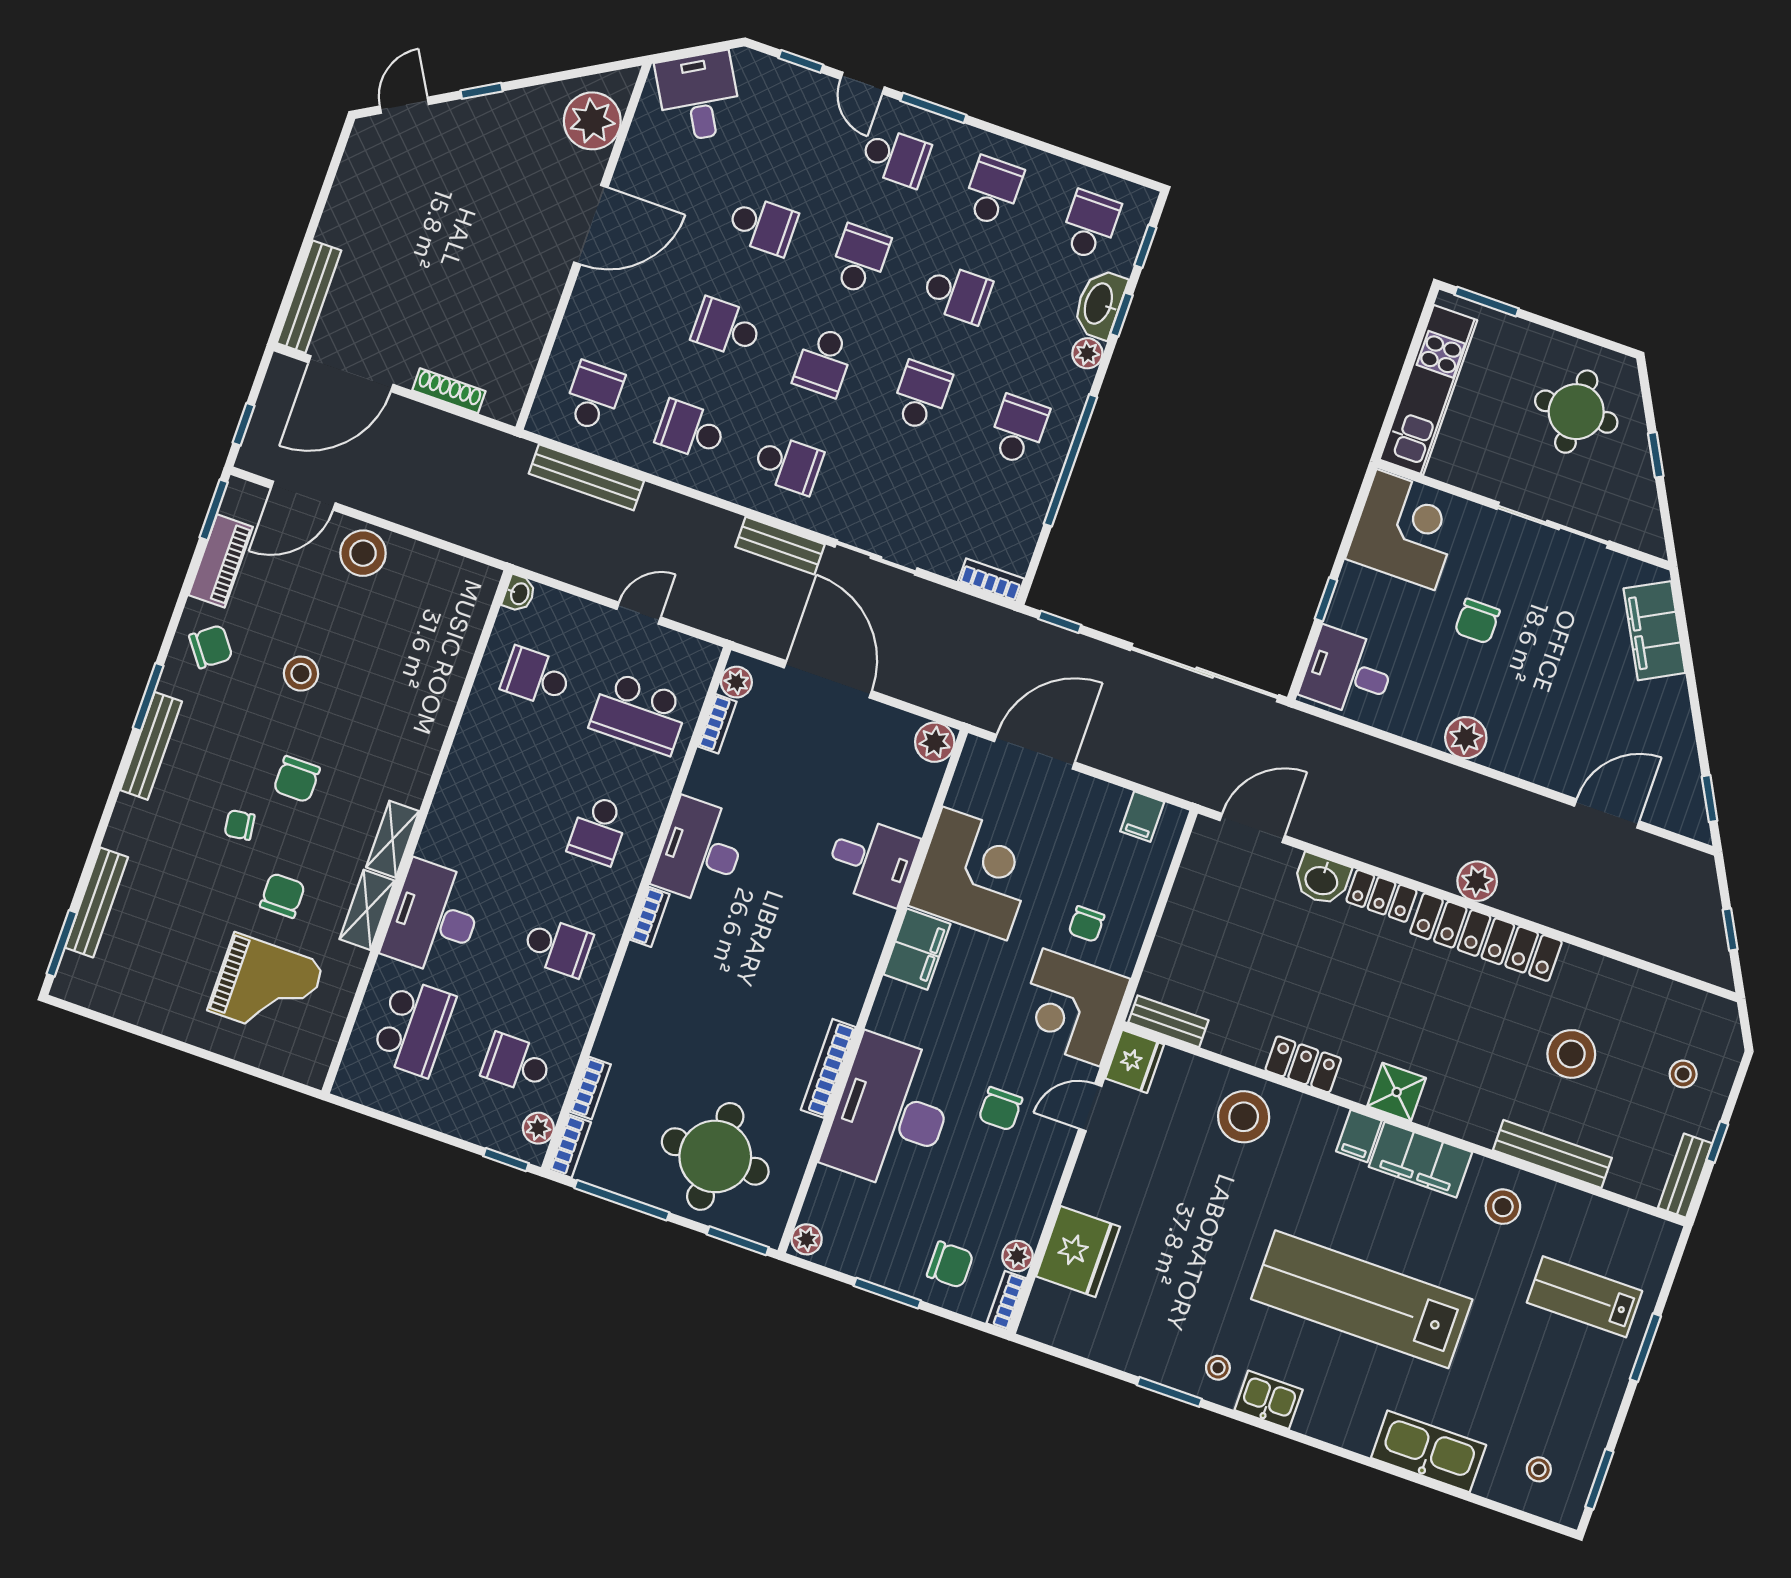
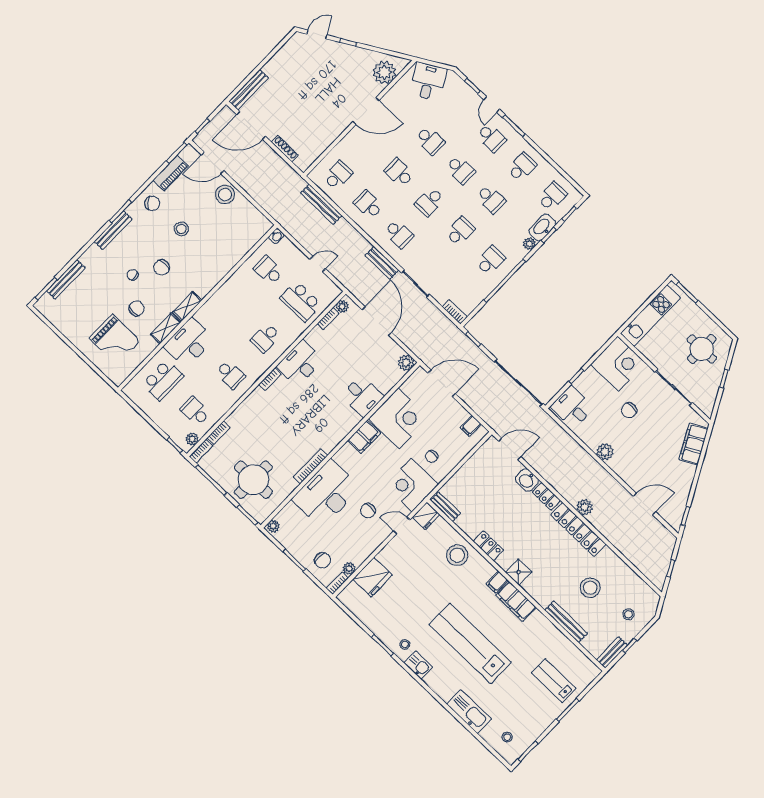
school desk: (860, 259) -> (460, 170), turned 90
stool: (1503, 1207) -> (539, 633), removed

